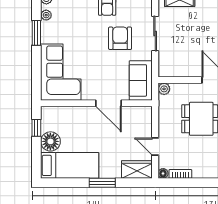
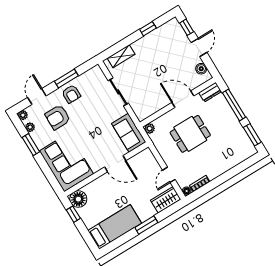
armchair: (120, 38) -> (58, 117), moved, turned -90
floor lamp: (50, 141) -> (78, 199), moved
door: (155, 147) -> (169, 175), hinge flipped

